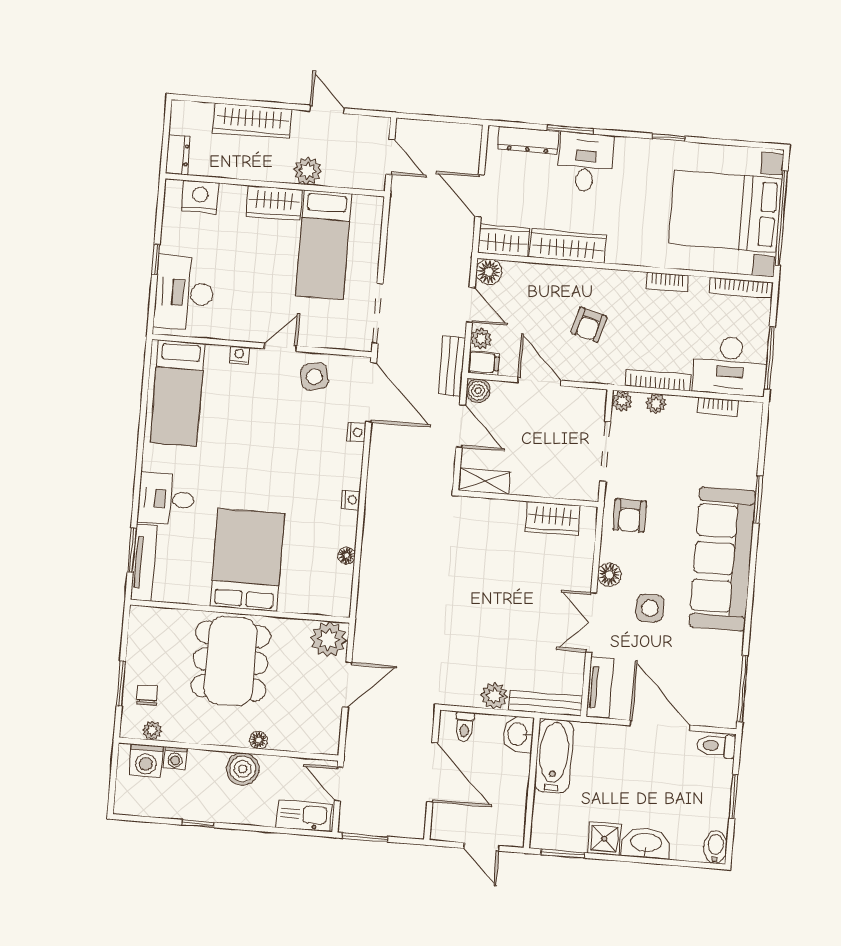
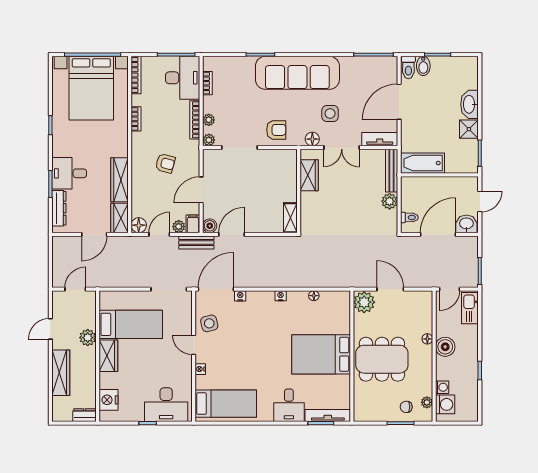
shelving: (484, 481) -> (290, 218), moved
wall: (528, 499) -> (299, 191), moved
wardrobe: (553, 518) -> (309, 175), moved
washbasin: (518, 734) -> (466, 224), moved, turned 180
bidet: (715, 847) -> (423, 66), moved, turned -90

